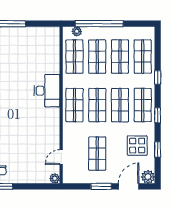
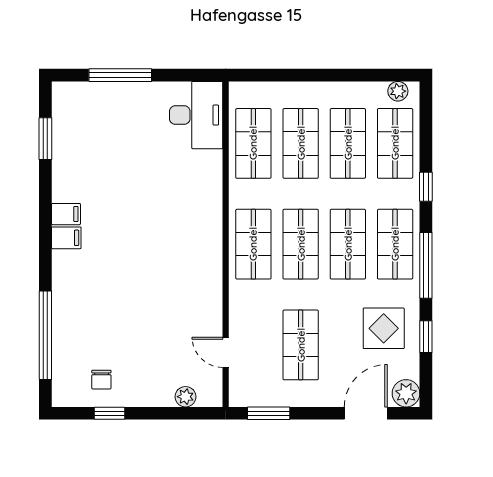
window: (99, 24) -> (305, 75), removed
plant: (77, 31) -> (398, 91), moved
desk: (47, 91) -> (196, 115), moved
window: (158, 115) -> (426, 265), width x2.17
door: (61, 157) -> (226, 352), hinge flipped
plant: (55, 178) -> (185, 397), moved
window: (101, 186) -> (269, 413), moved

